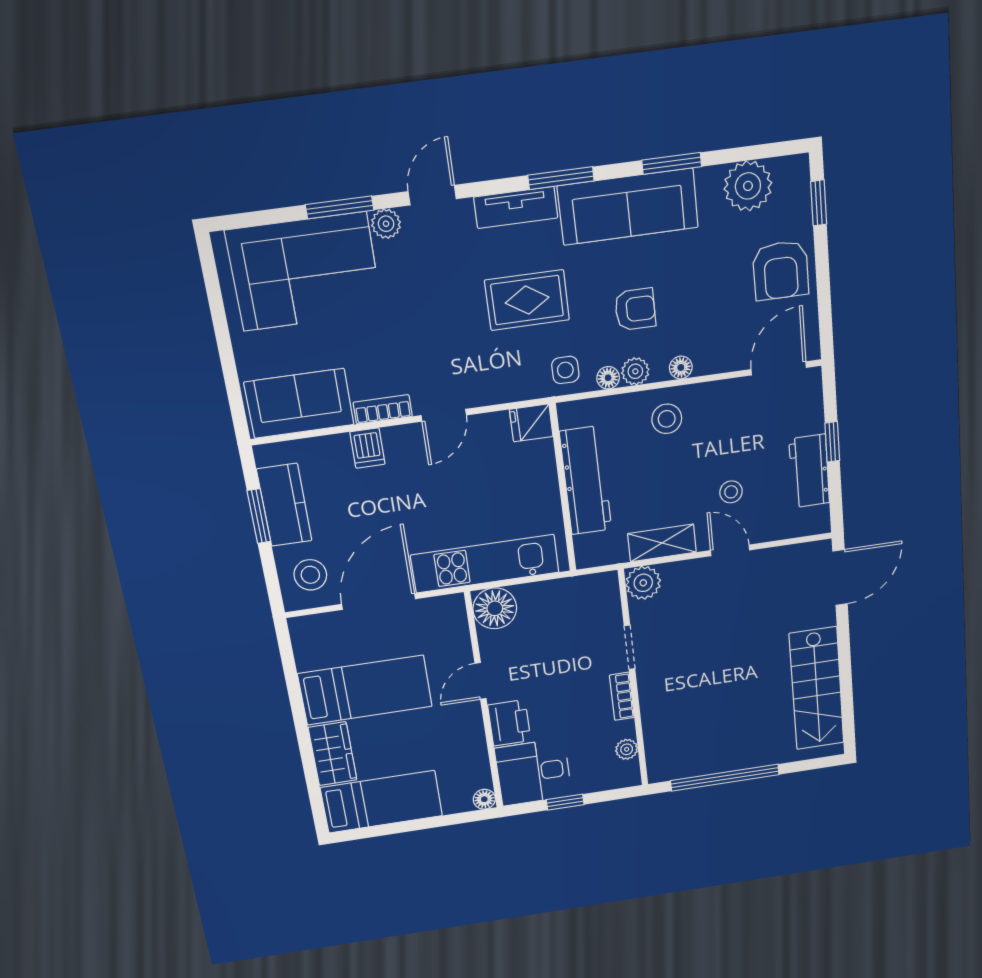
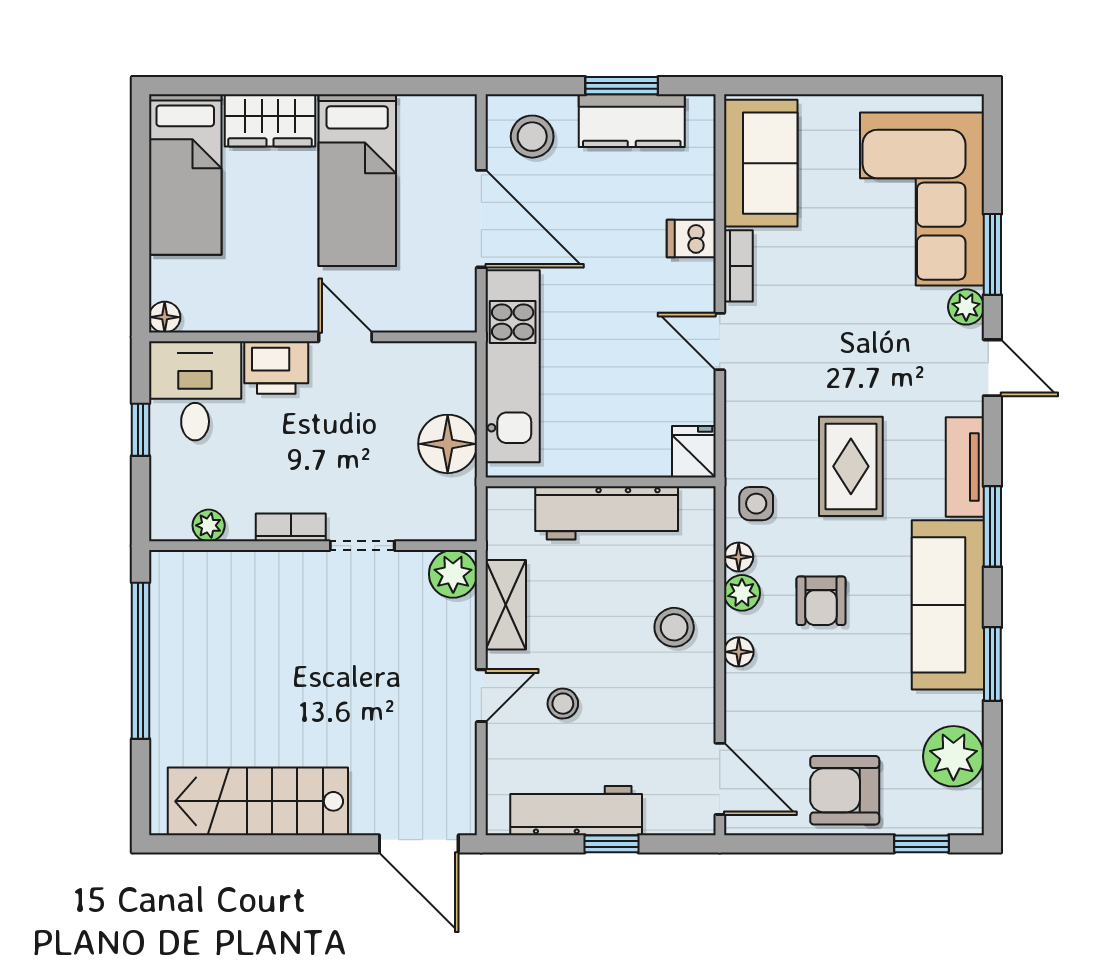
workbench: (809, 471) -> (576, 811), width x1.38
floor lamp: (495, 608) -> (448, 444), moved

